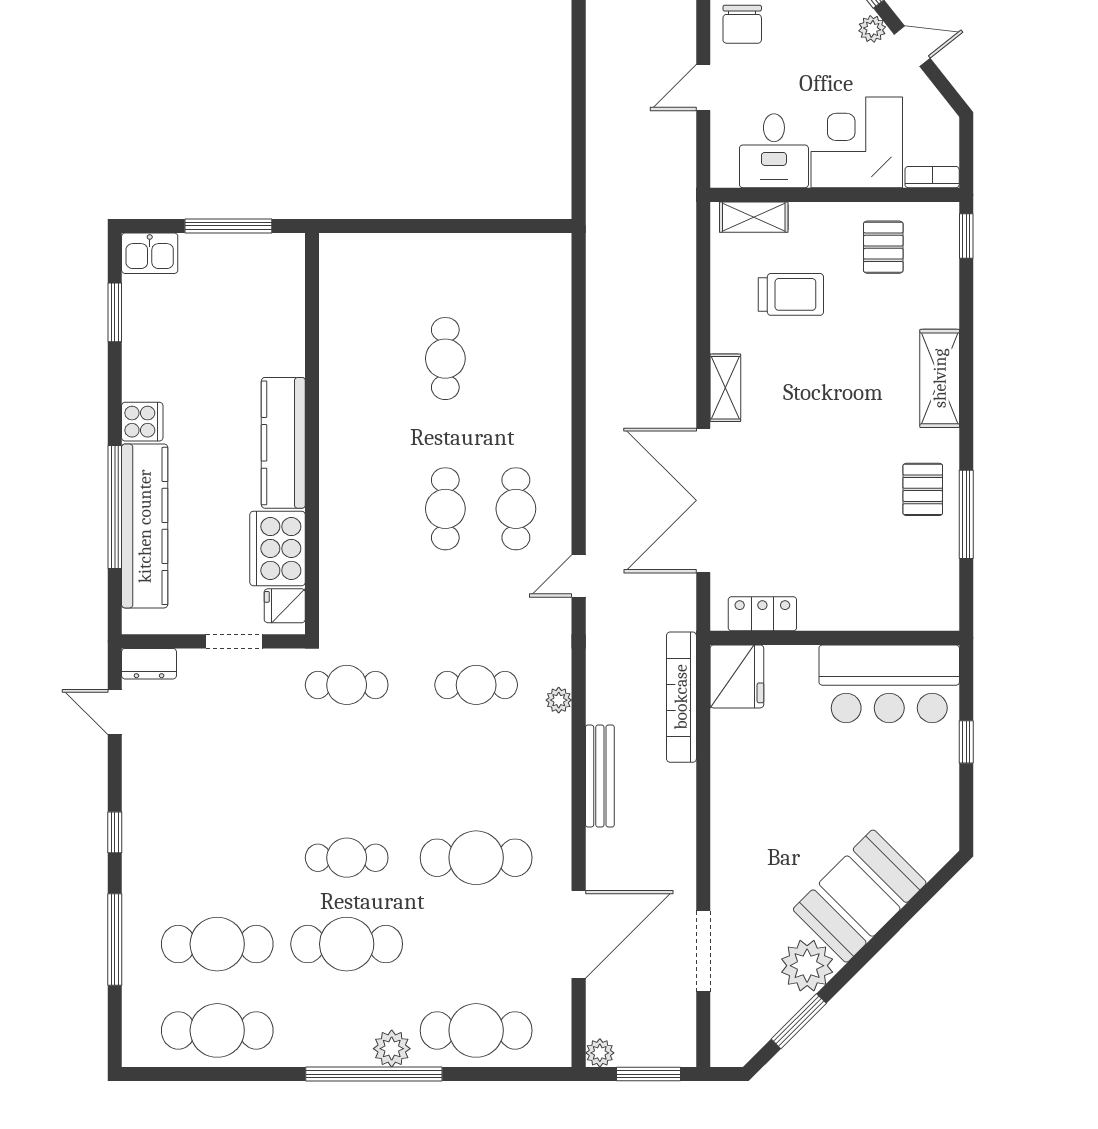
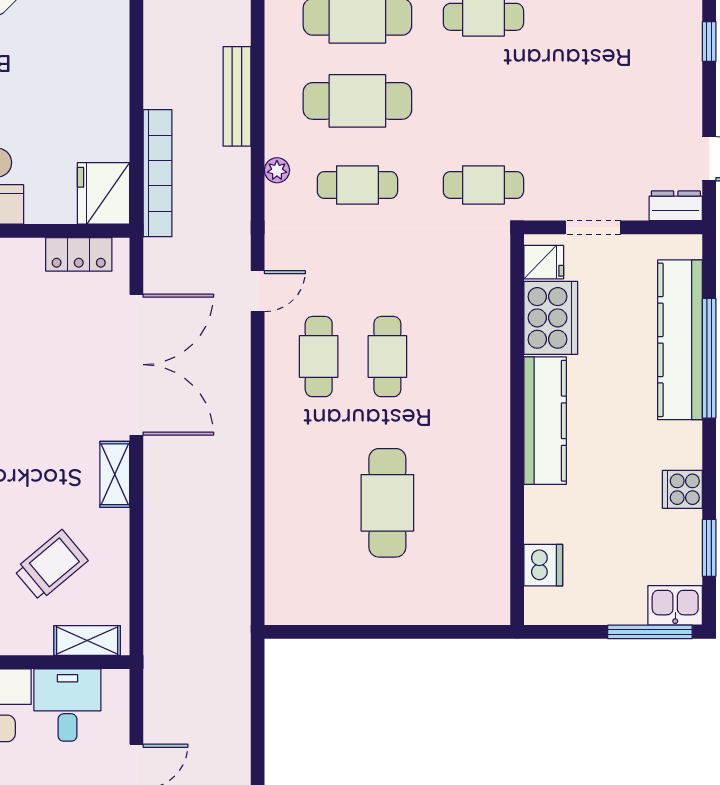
window: (228, 226) -> (650, 632), moved
dishwasher: (285, 294) -> (543, 565), added
trolley: (791, 294) -> (51, 565), turned 140
cafe table: (445, 359) -> (387, 503), width x1.37, depth x1.35
cooker: (142, 422) -> (682, 489), moved
cafe table: (476, 771) -> (357, 101), added

